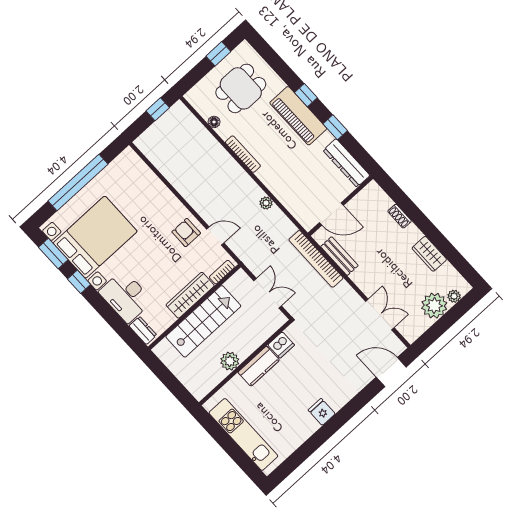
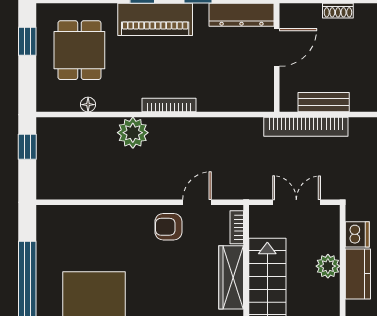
bookcase: (243, 154) -> (169, 105), moved
plant: (266, 203) -> (133, 133), moved, width x1.87, depth x1.87
door: (331, 214) -> (277, 47), moved
plant: (230, 361) -> (328, 266), moved

